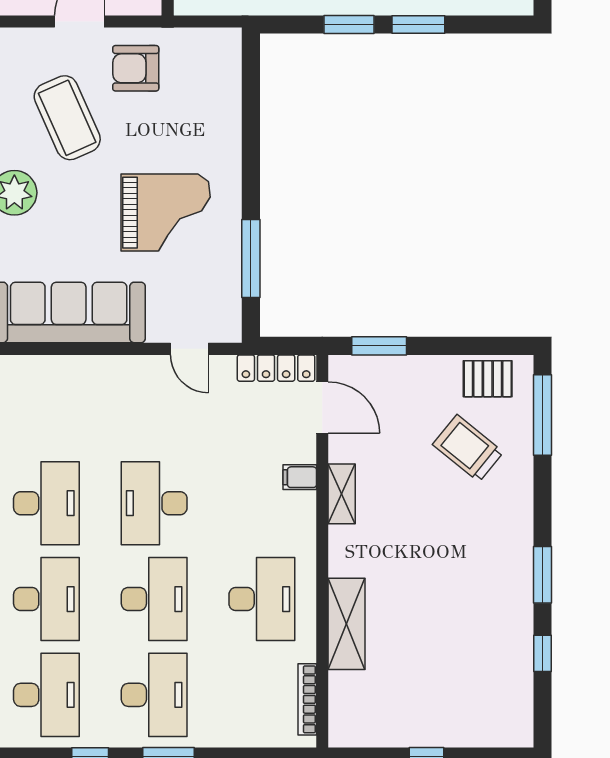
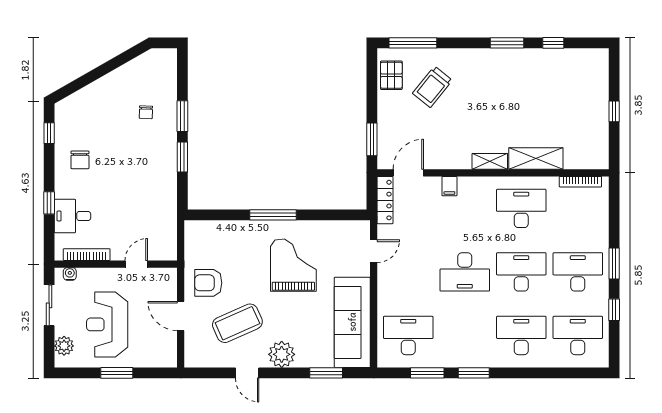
armchair: (136, 68) -> (208, 283), turned 90
window: (251, 258) -> (273, 215), moved
shelving: (342, 494) -> (490, 161), moved
desk: (46, 503) -> (408, 335), moved

